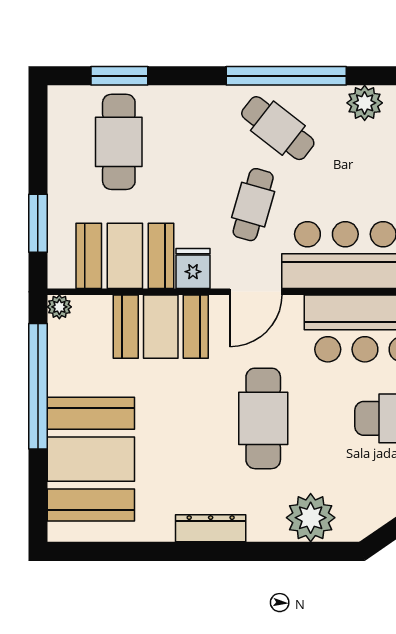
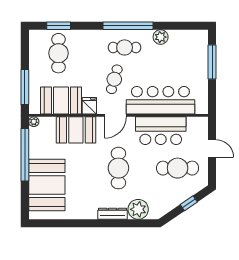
cafe table: (278, 128) -> (125, 47), turned -38
window: (38, 223) -> (25, 87), width x1.44
dresser: (211, 528) -> (112, 214), moved

